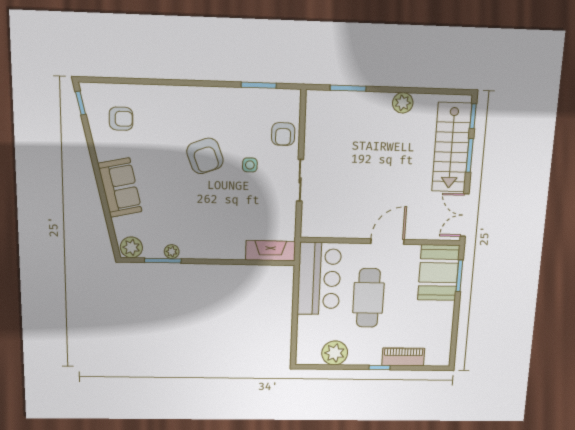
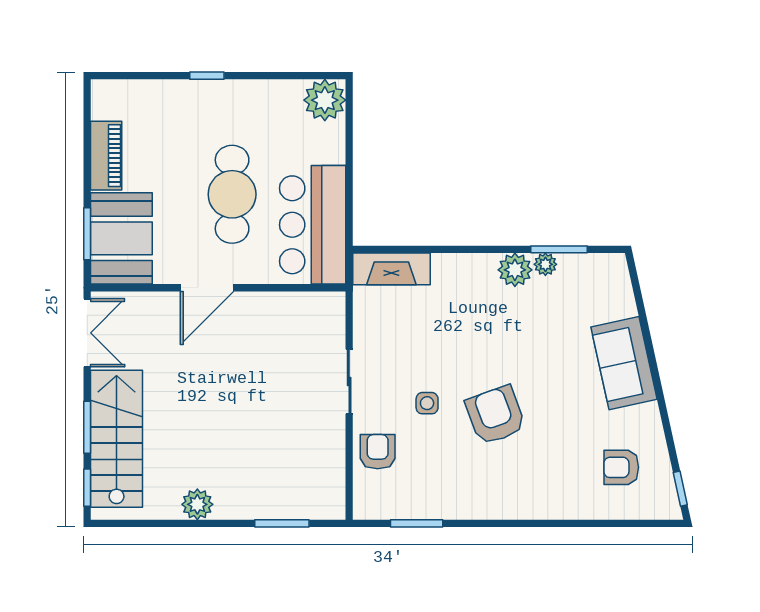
plant: (131, 247) -> (515, 270), moved
plant: (335, 353) -> (325, 100), moved
piano: (403, 357) -> (106, 156), moved, turned -90

